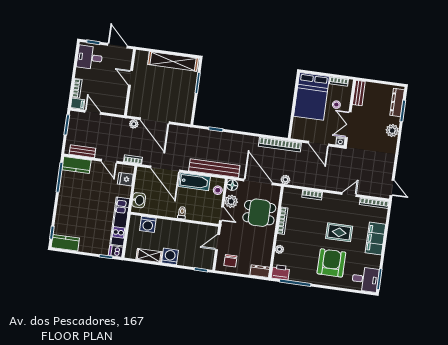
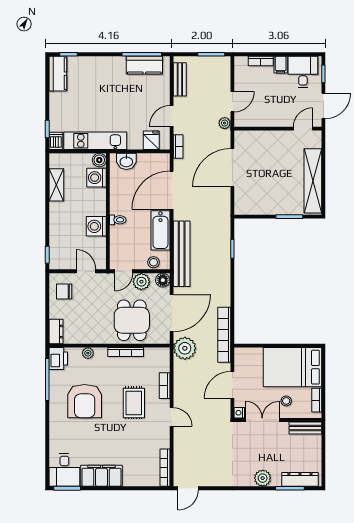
door: (130, 78) -> (303, 129), moved
filing cabinet: (78, 104) -> (281, 65), moved
door: (93, 112) -> (232, 102), moved
plant: (134, 124) -> (225, 123), moved
kitchen counter: (76, 165) -> (144, 65), moved, turned -90
plant: (285, 180) -> (185, 348), width x1.88, depth x1.88
door: (349, 195) -> (172, 417), moved
boiler: (135, 220) -> (99, 160), added
rug: (339, 232) -> (134, 403), moved
filing cabinet: (375, 238) -> (101, 476), moved
washing machine: (170, 256) -> (96, 226), moved, turned 180
armchair: (331, 263) -> (85, 401), moved, turned 90

